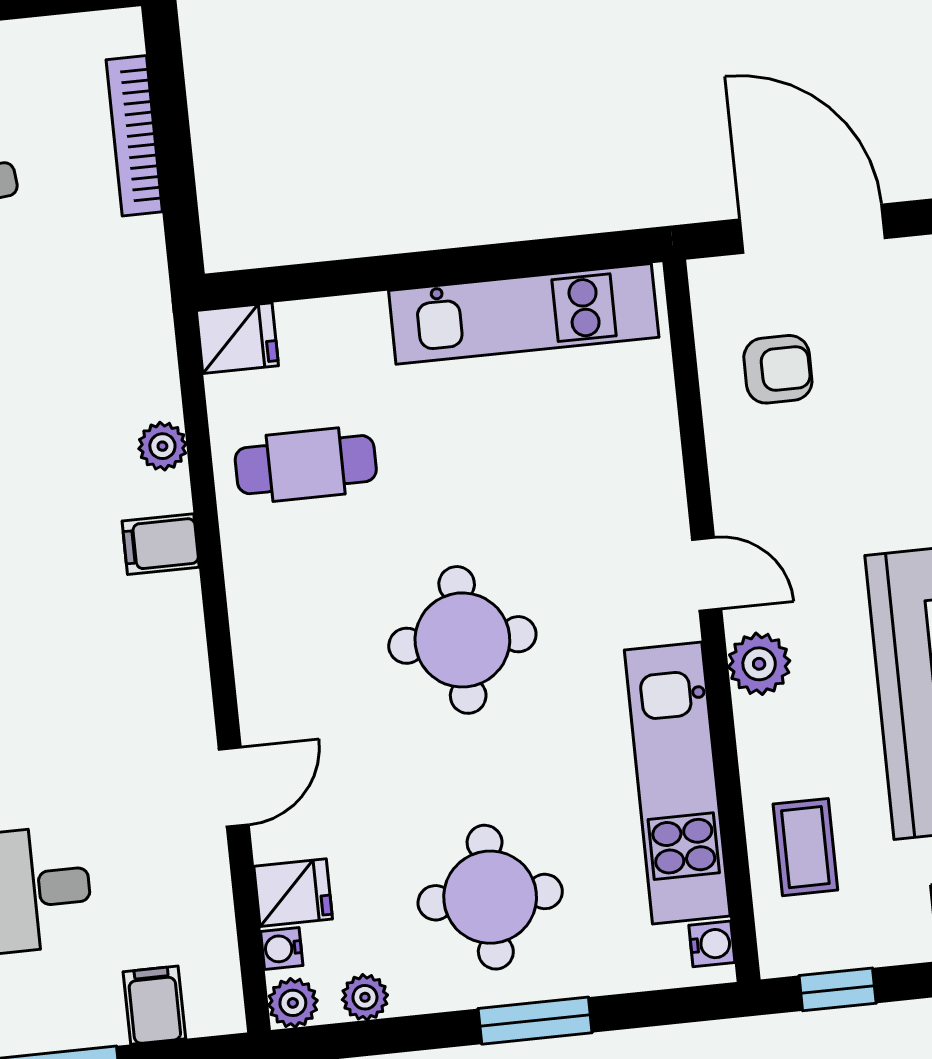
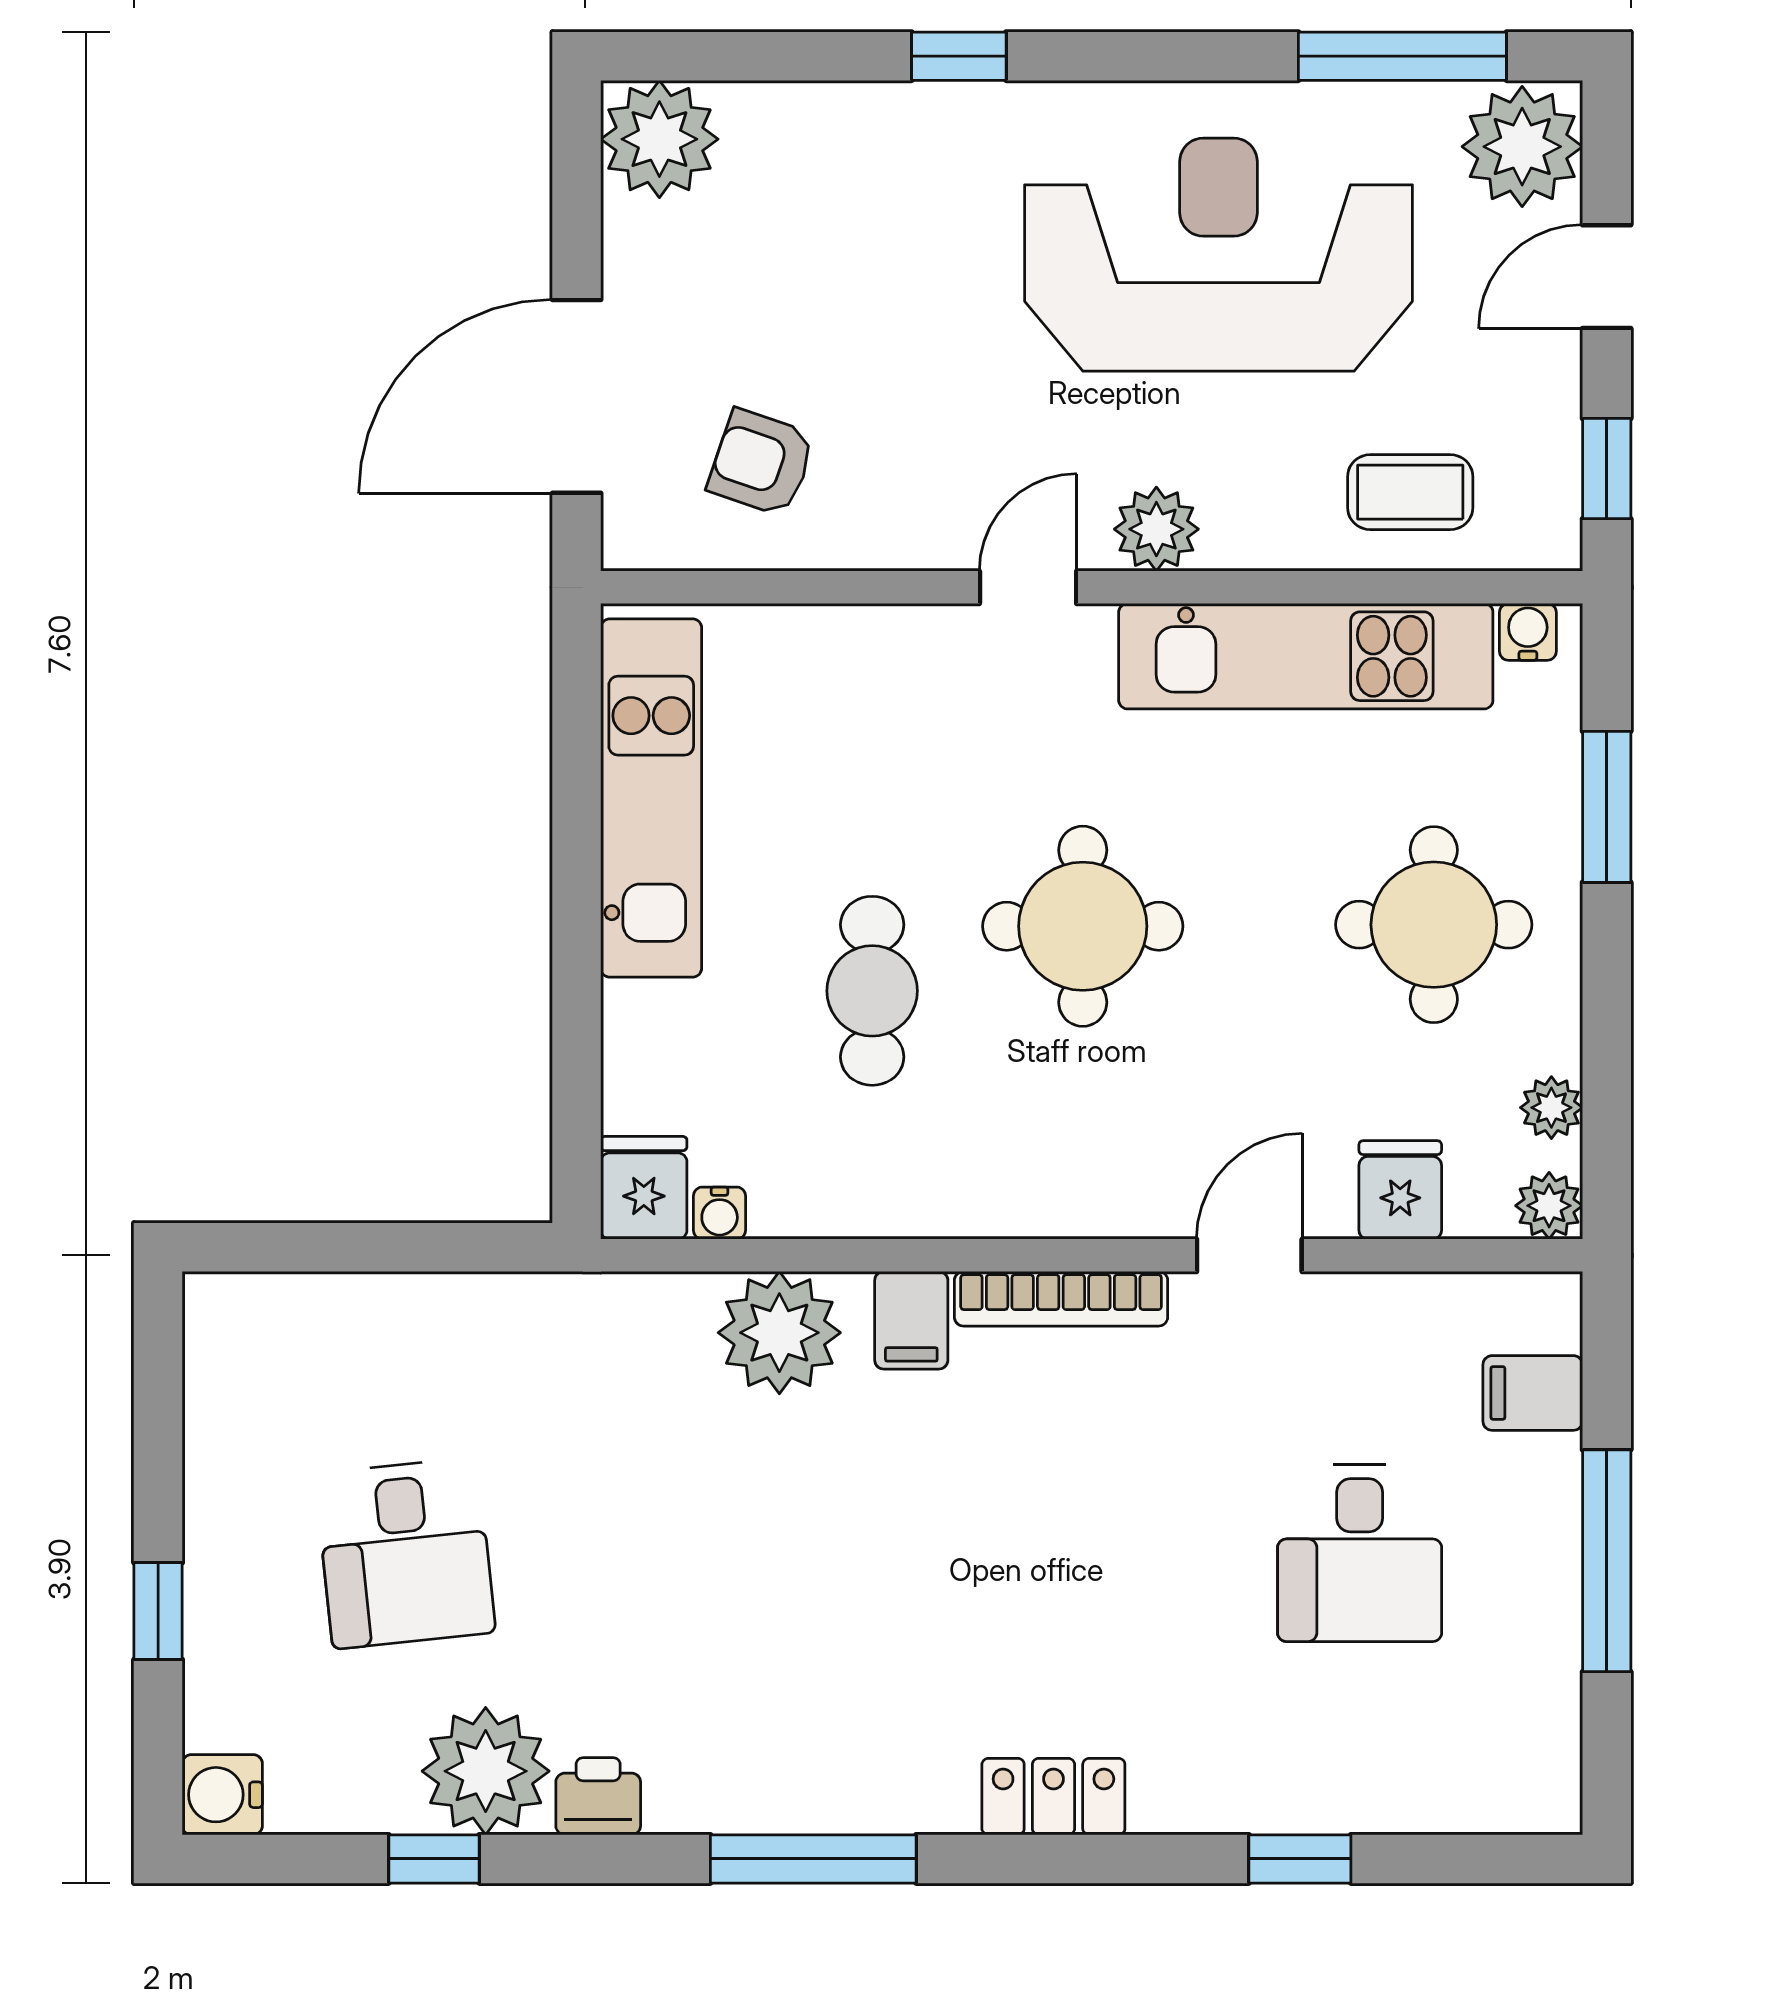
bookcase: (134, 136) -> (1061, 1299), moved
armchair: (778, 369) -> (761, 463), turned -71
plant: (162, 446) -> (779, 1333), width x1.87, depth x1.87
cafe table: (306, 465) -> (872, 991), moved
door: (234, 787) -> (1249, 1255), hinge flipped
water cooler: (282, 949) -> (720, 1213), moved
window: (535, 1021) -> (1607, 807), moved

